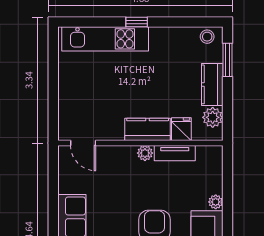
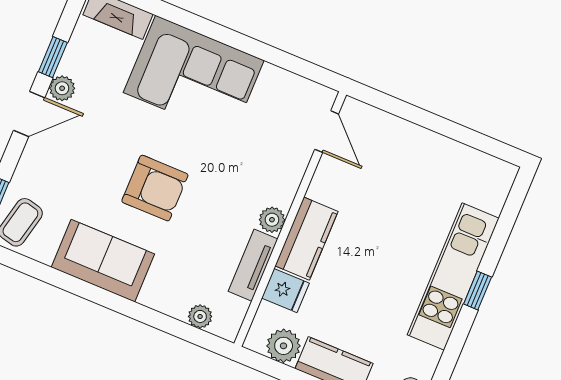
kitchen unit: (105, 39) -> (453, 276), moved
door: (83, 143) -> (327, 132), swing flipped
plant: (216, 202) -> (200, 316), moved

